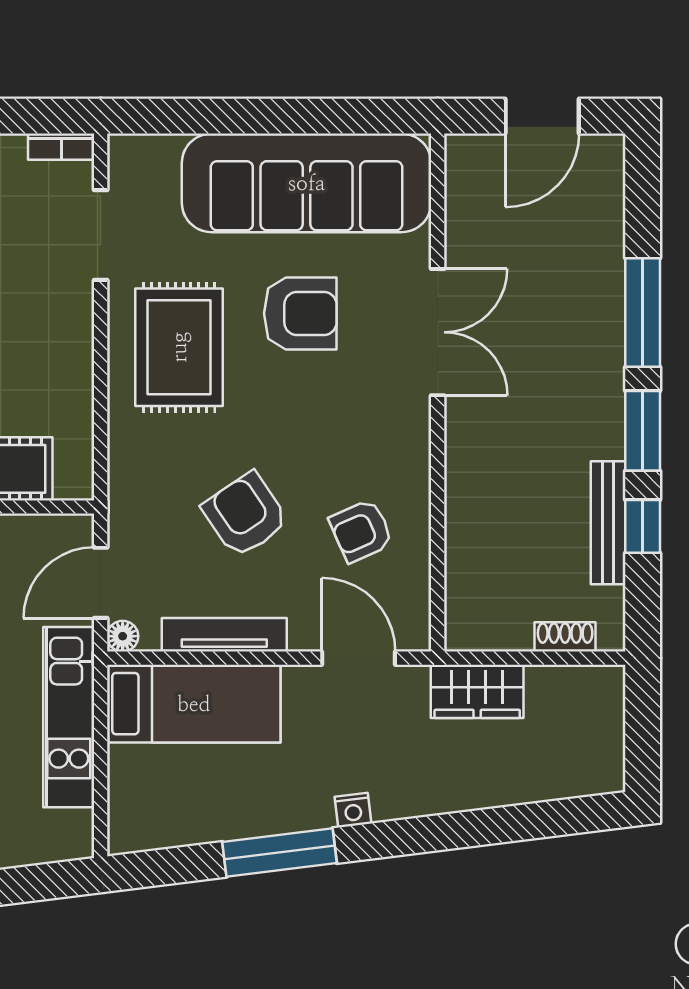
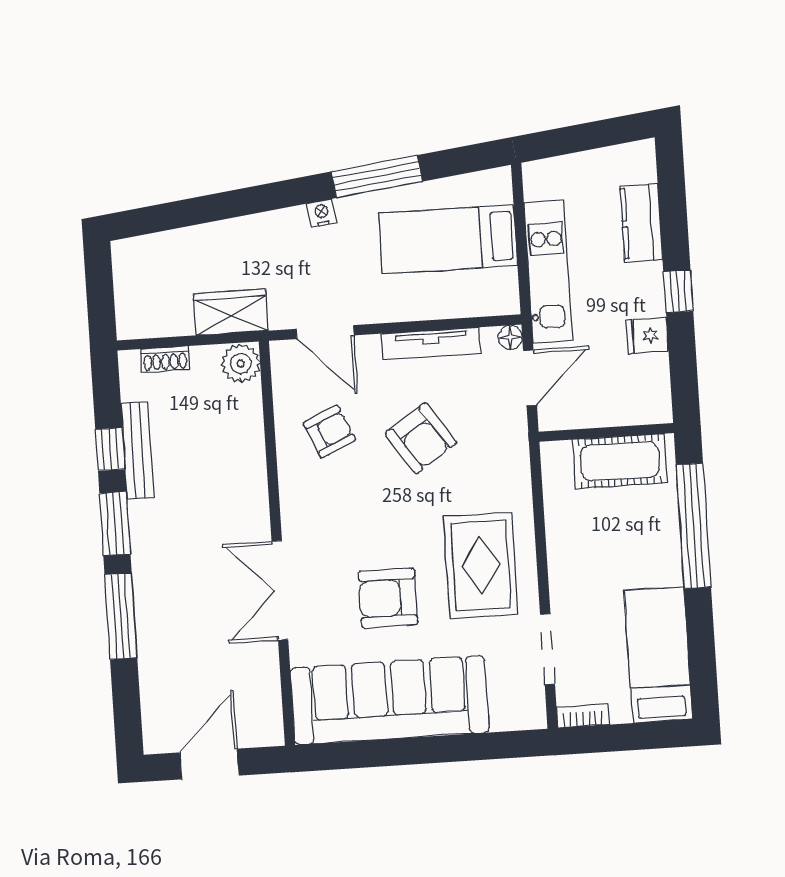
plant: (469, 625) -> (241, 363), added
bed: (194, 704) -> (448, 239), moved

